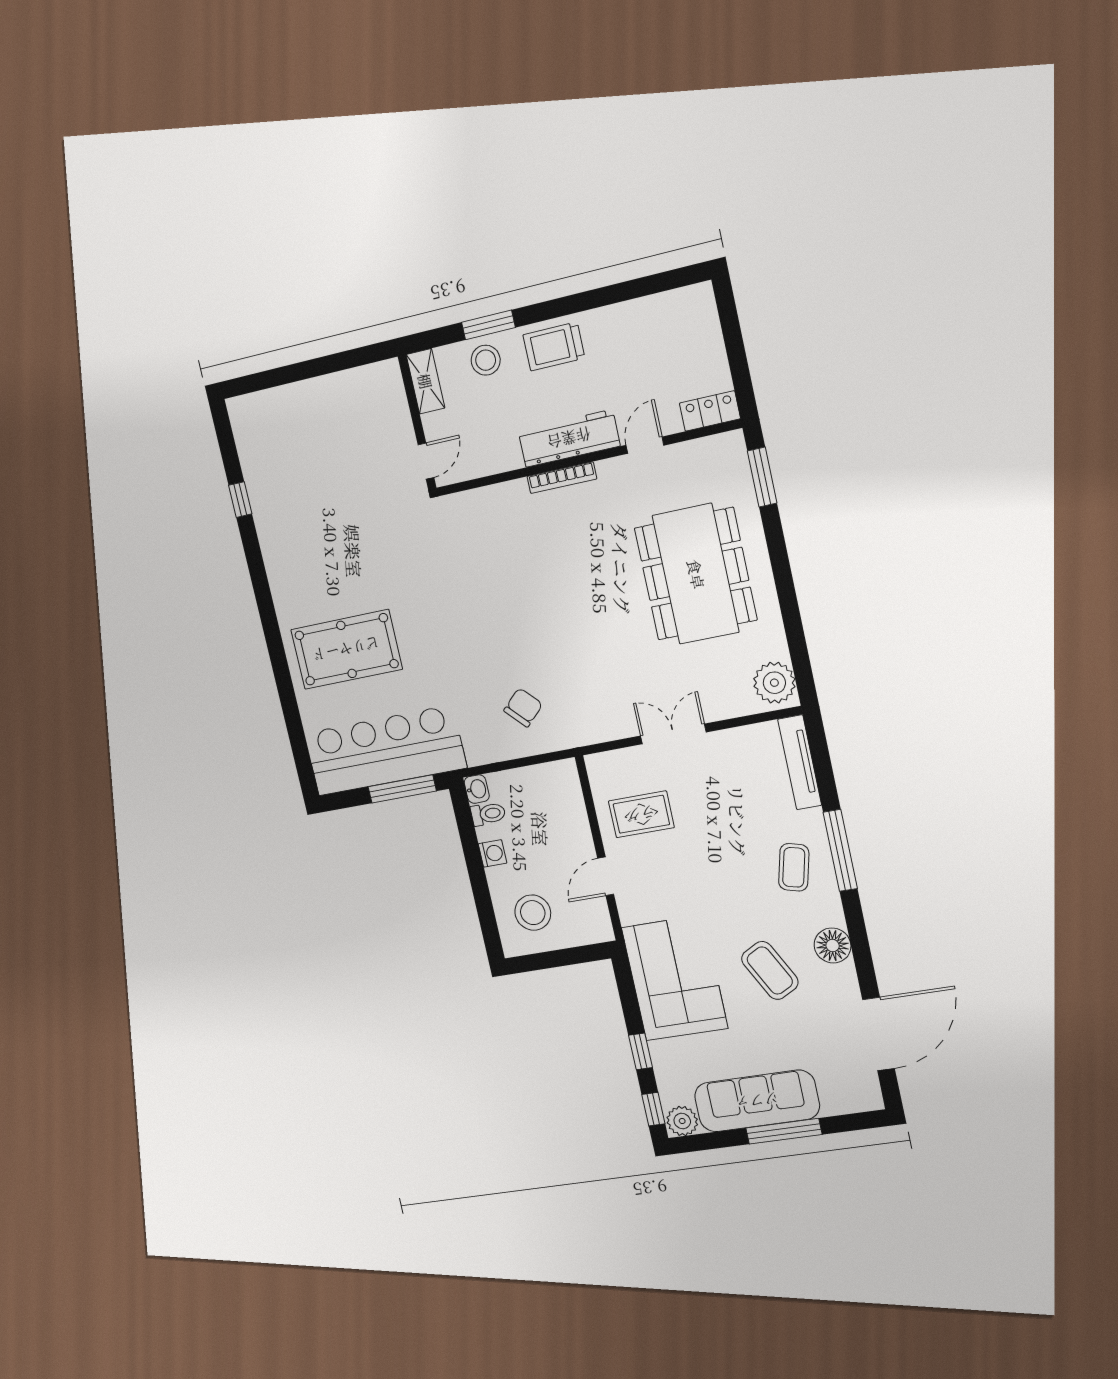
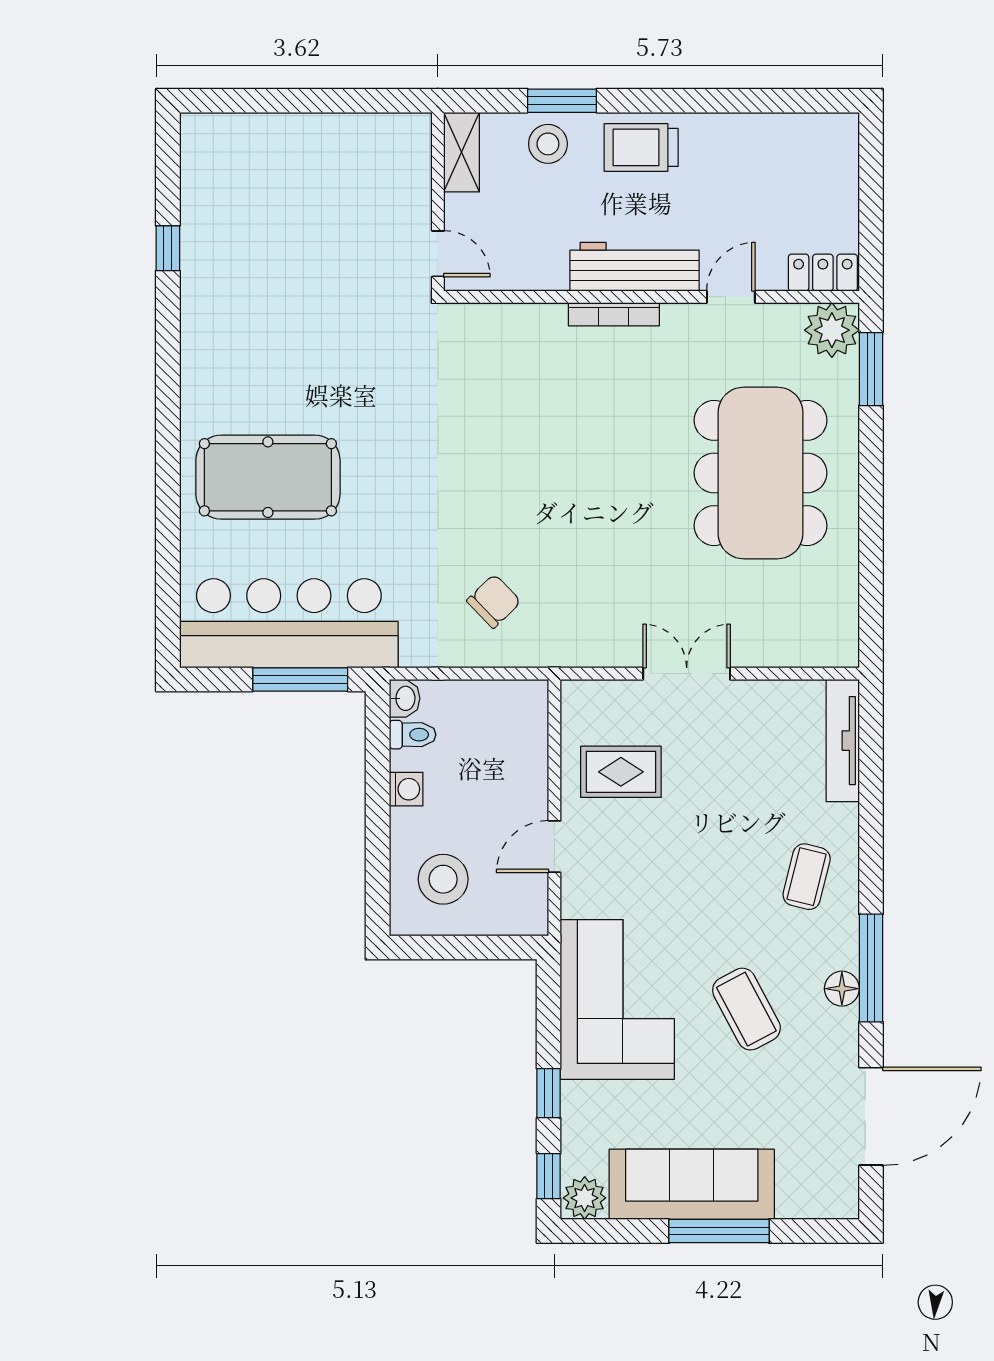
door: (426, 461) -> (438, 254), hinge flipped
plant: (774, 683) -> (832, 330), moved
window: (840, 850) -> (871, 968), moved
floor lamp: (833, 945) -> (842, 989), width x0.73, depth x0.73

